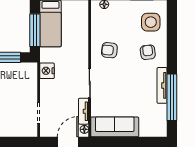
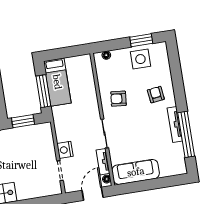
side table: (151, 22) -> (140, 59), moved
nightstand: (47, 71) -> (65, 150), moved

